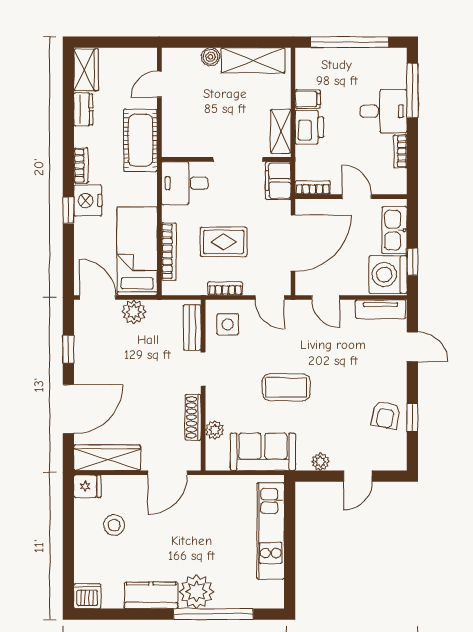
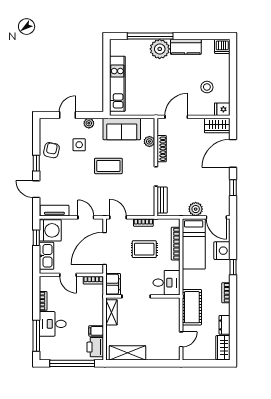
boiler: (211, 57) -> (152, 355), removed
printer: (309, 127) -> (95, 347), moved
nightstand: (88, 200) -> (222, 251), moved
side table: (228, 324) -> (79, 145), moved
window: (412, 418) -> (36, 163), moved
wardrobe: (107, 458) -> (217, 126), width x0.67

